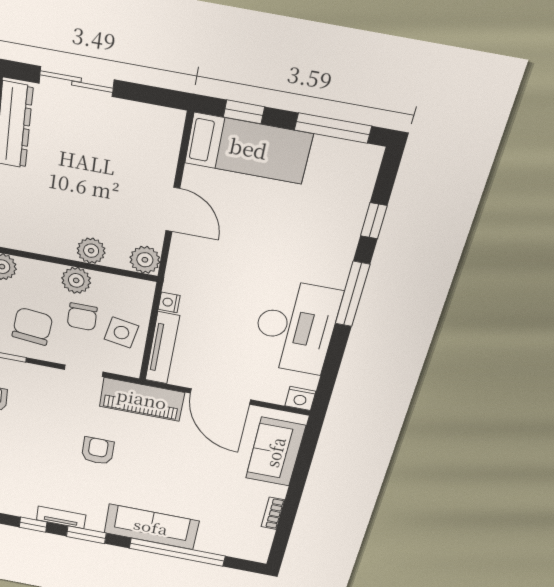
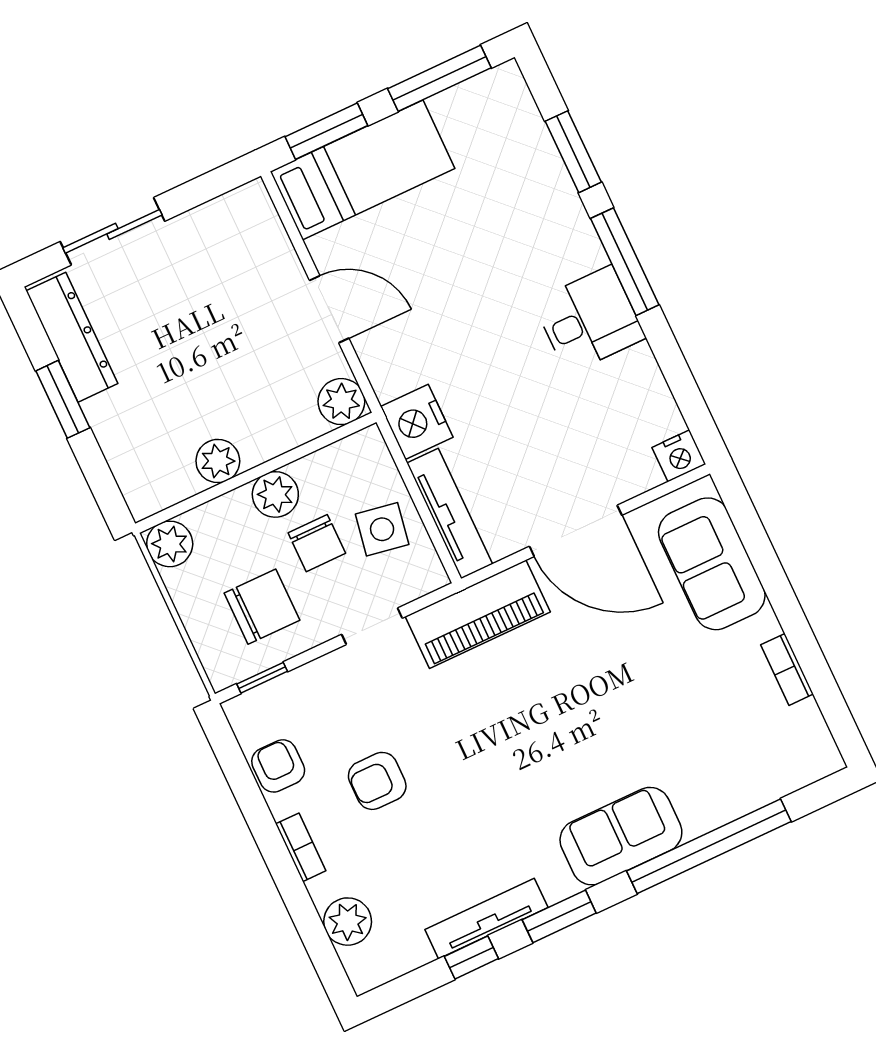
window: (244, 112) -> (326, 131), width x1.50
window: (374, 221) -> (573, 152), width x1.50
plant: (91, 251) -> (218, 461), moved
nightstand: (169, 302) -> (417, 422), width x1.89, depth x1.79
chair: (32, 326) -> (262, 607), turned 84
desk: (295, 327) -> (589, 320), width x0.53, depth x0.77
armchair: (98, 451) -> (377, 781), moved, turned -90
tv unit: (61, 517) -> (486, 918), width x1.41
sofa: (151, 527) -> (621, 836), width x0.73

